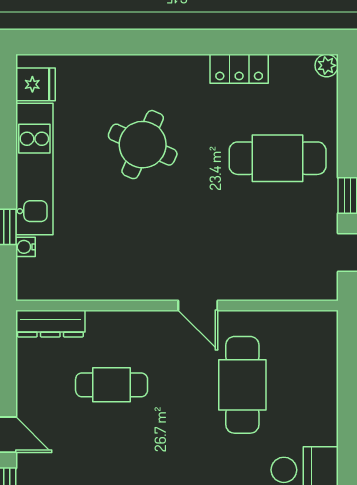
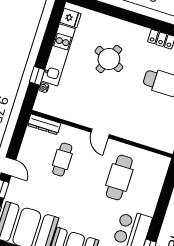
door: (198, 305) -> (100, 133), moved
cafe table: (112, 385) -> (62, 160), turned 90

